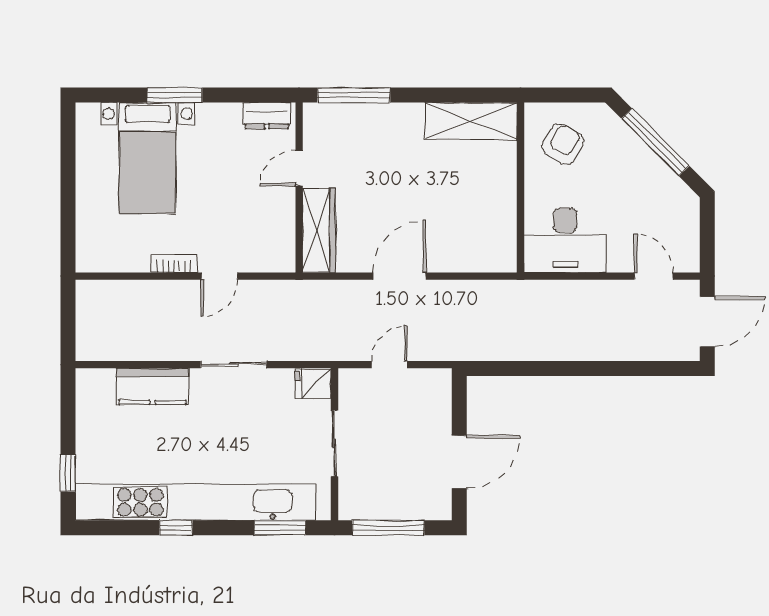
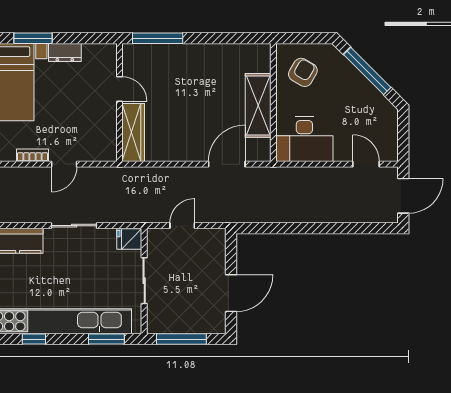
dresser: (267, 116) -> (65, 53), moved
shelving: (471, 121) -> (258, 105), moved, turned 90
door: (299, 168) -> (119, 89), swing flipped
door: (400, 276) -> (227, 164), moved

